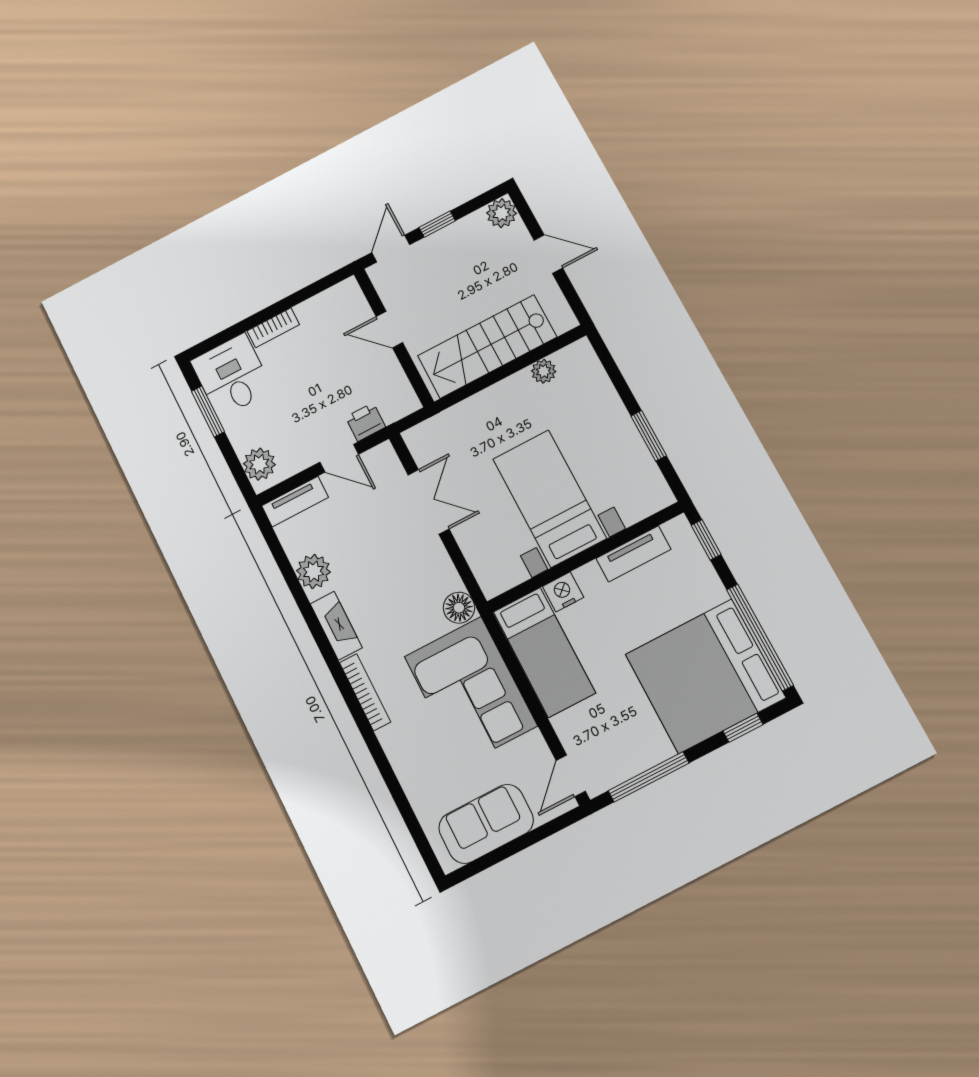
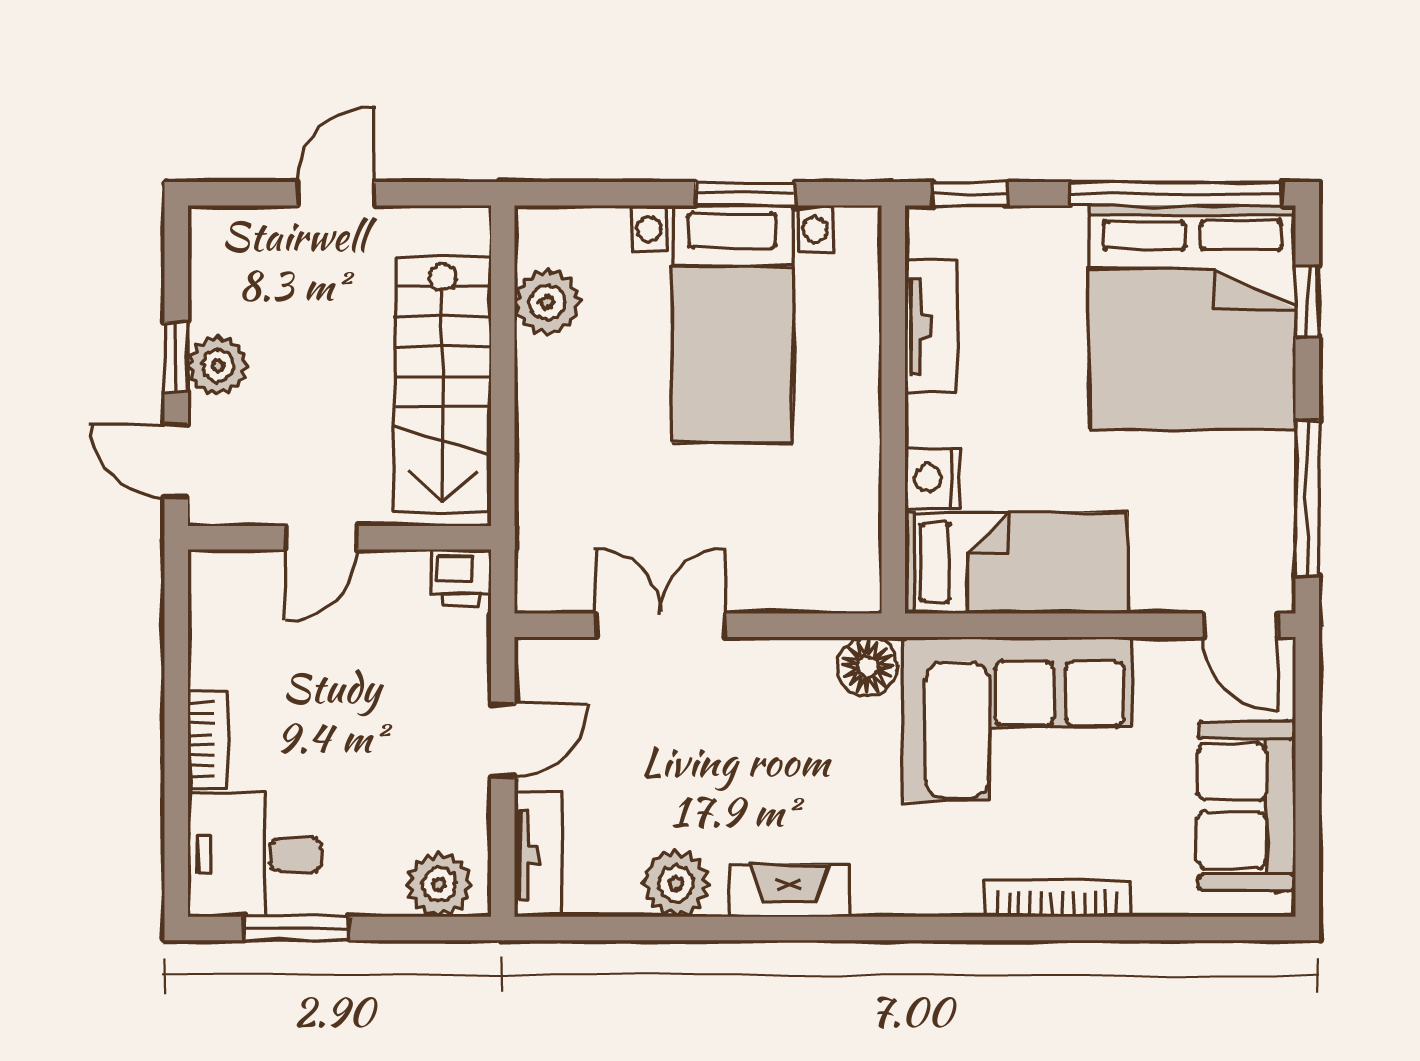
plant: (502, 213) -> (218, 366), moved
plant: (544, 371) -> (547, 302), width x1.38, depth x1.38
printer: (365, 422) -> (460, 577), moved, turned -90
bed with nightstands: (550, 499) -> (732, 324), moved, turned -90
bookcase: (365, 692) -> (1057, 898), moved

